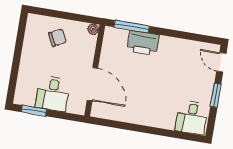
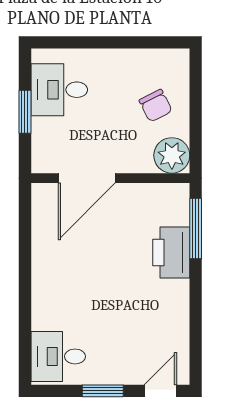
plant: (93, 29) -> (172, 155), width x1.88, depth x1.88
desk: (53, 94) -> (59, 90), moved
window: (34, 111) -> (25, 112), moved

